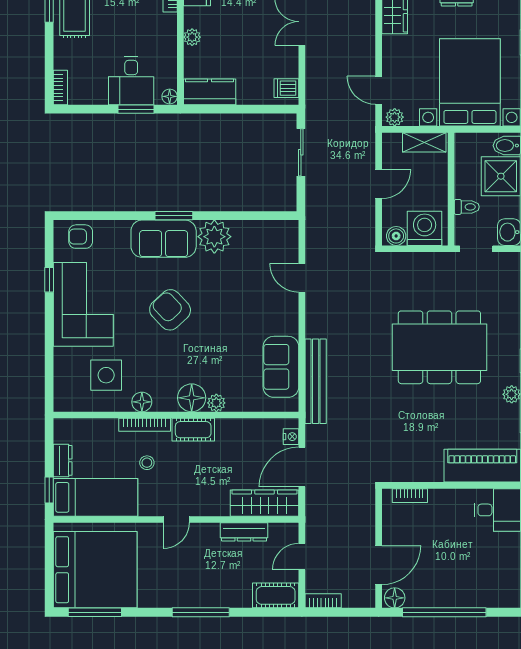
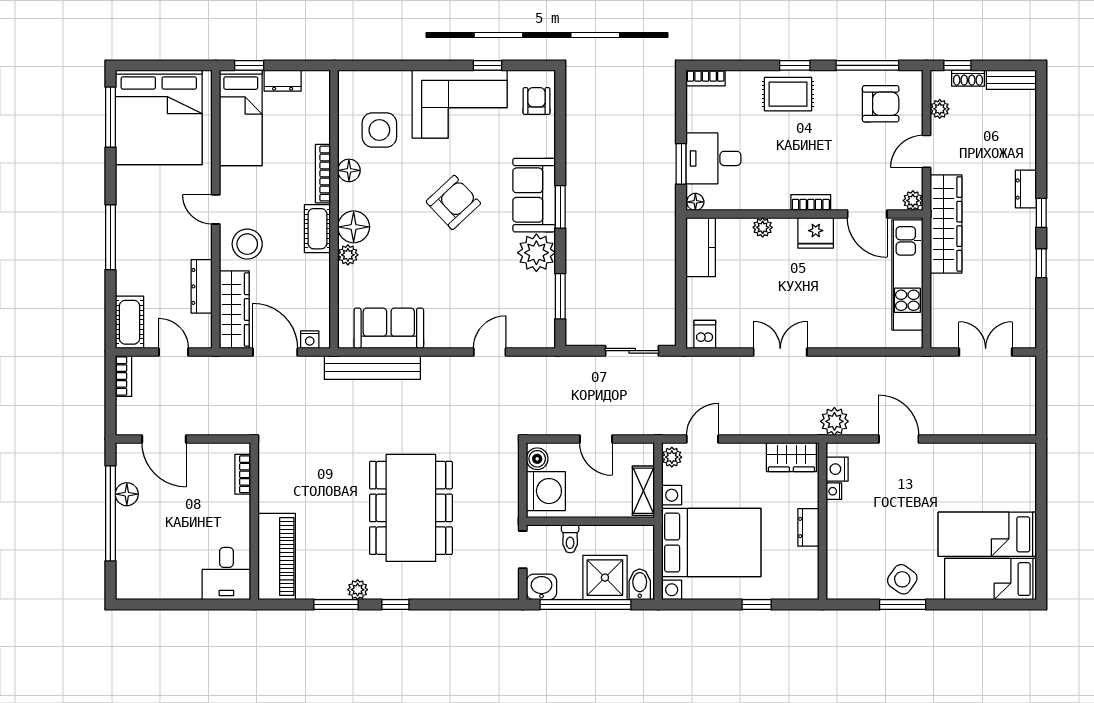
window: (253, 216) -> (560, 296), added
stool: (147, 463) -> (247, 244), moved, width x1.89, depth x1.89
floor lamp: (395, 598) -> (127, 494), moved

